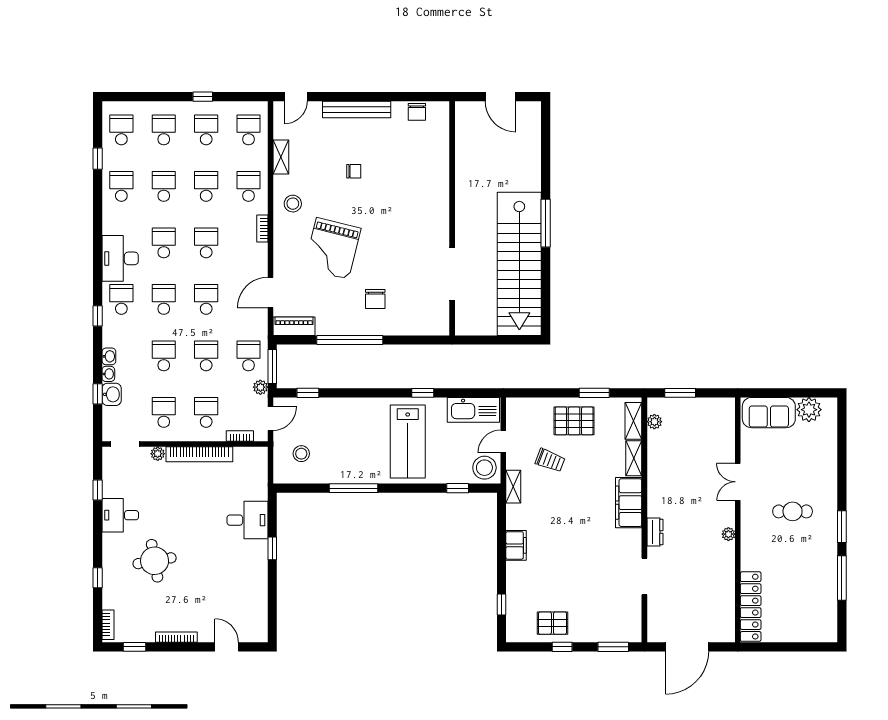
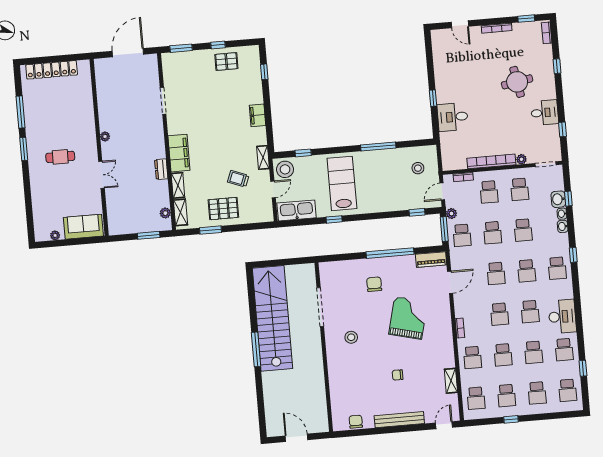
stool: (293, 204) -> (351, 337), moved
desk: (120, 258) -> (562, 316), moved
plant: (809, 410) -> (55, 235), width x0.53, depth x0.53
dresser: (655, 532) -> (161, 169), moved
locker: (751, 607) -> (52, 70), moved, turned -90

